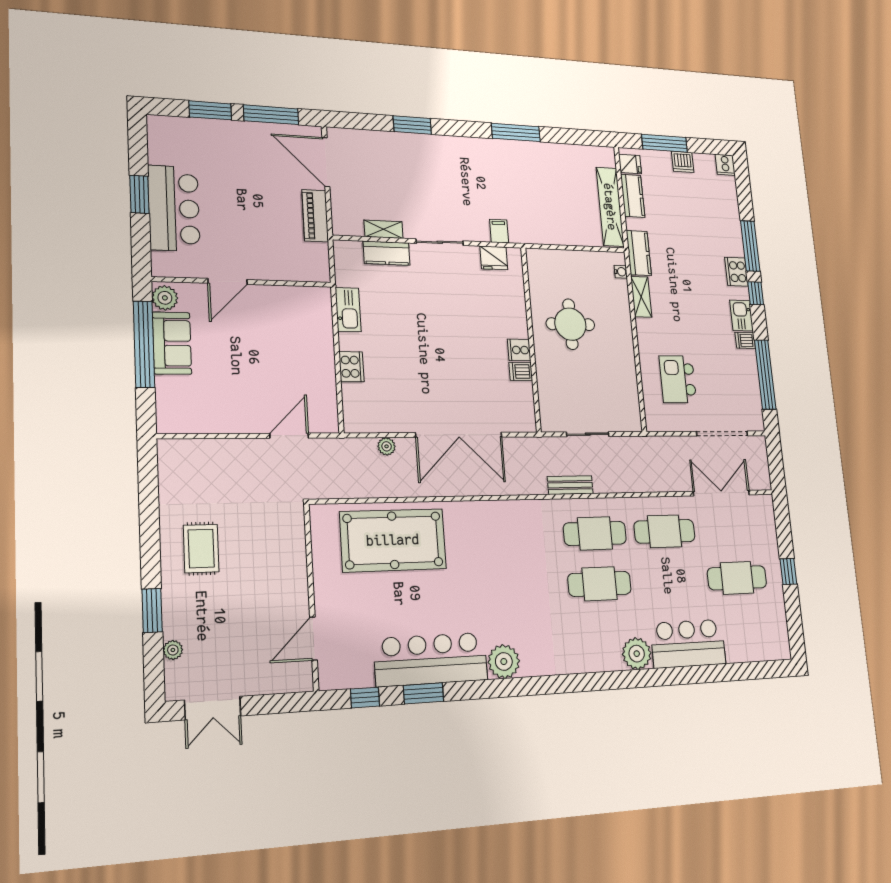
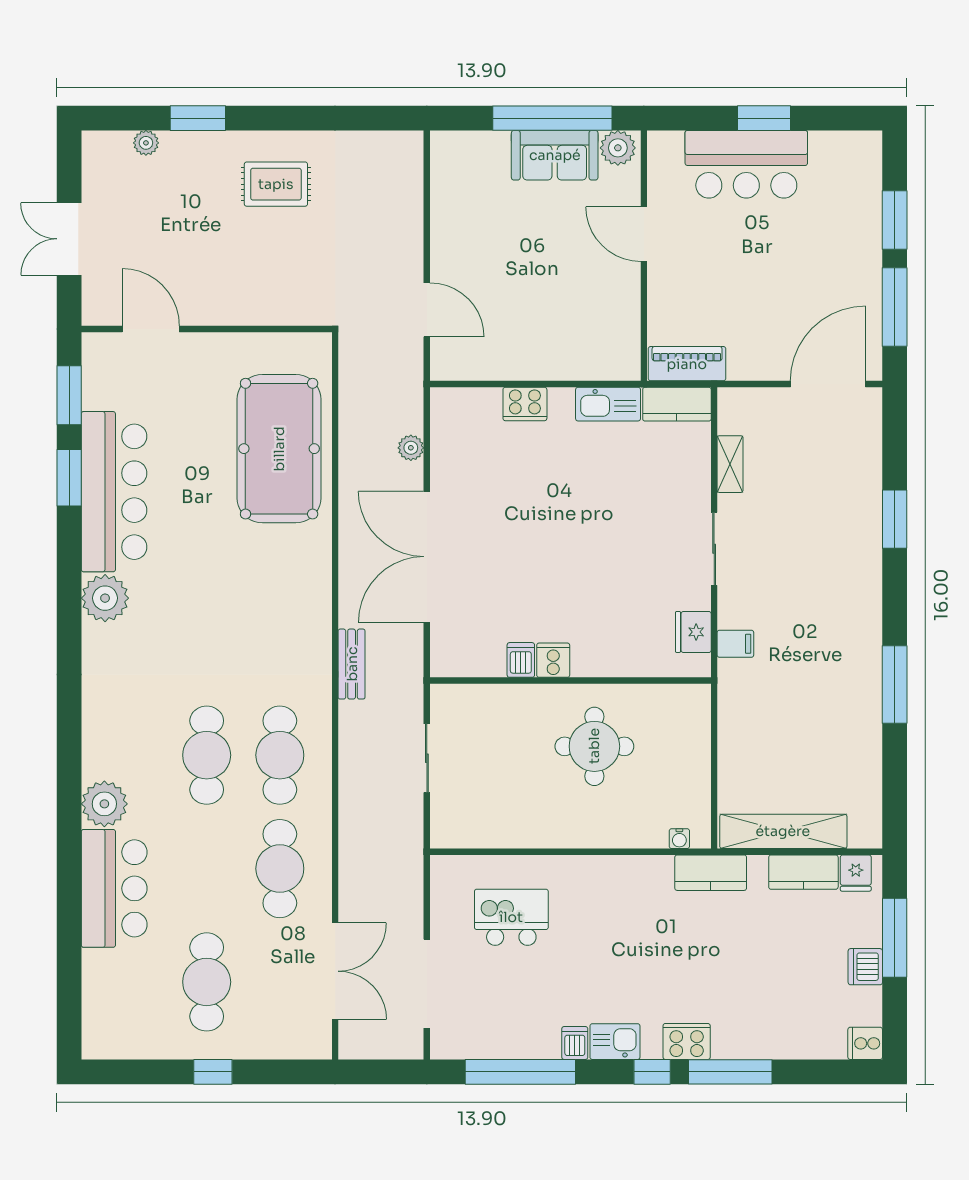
piano: (315, 216) -> (687, 364), moved
kitchen counter: (387, 253) -> (677, 404), moved, turned -90
shelving: (641, 297) -> (640, 869), removed
bench: (570, 485) -> (352, 664), moved
window: (365, 697) -> (69, 395), width x1.50
double door: (213, 708) -> (69, 239), moved

